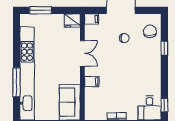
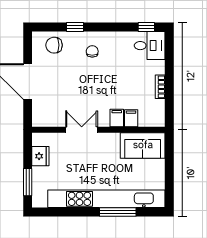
filing cabinet: (92, 19) -> (131, 118), moved
fridge: (72, 21) -> (40, 156), moved
chair: (124, 38) -> (92, 51), moved

